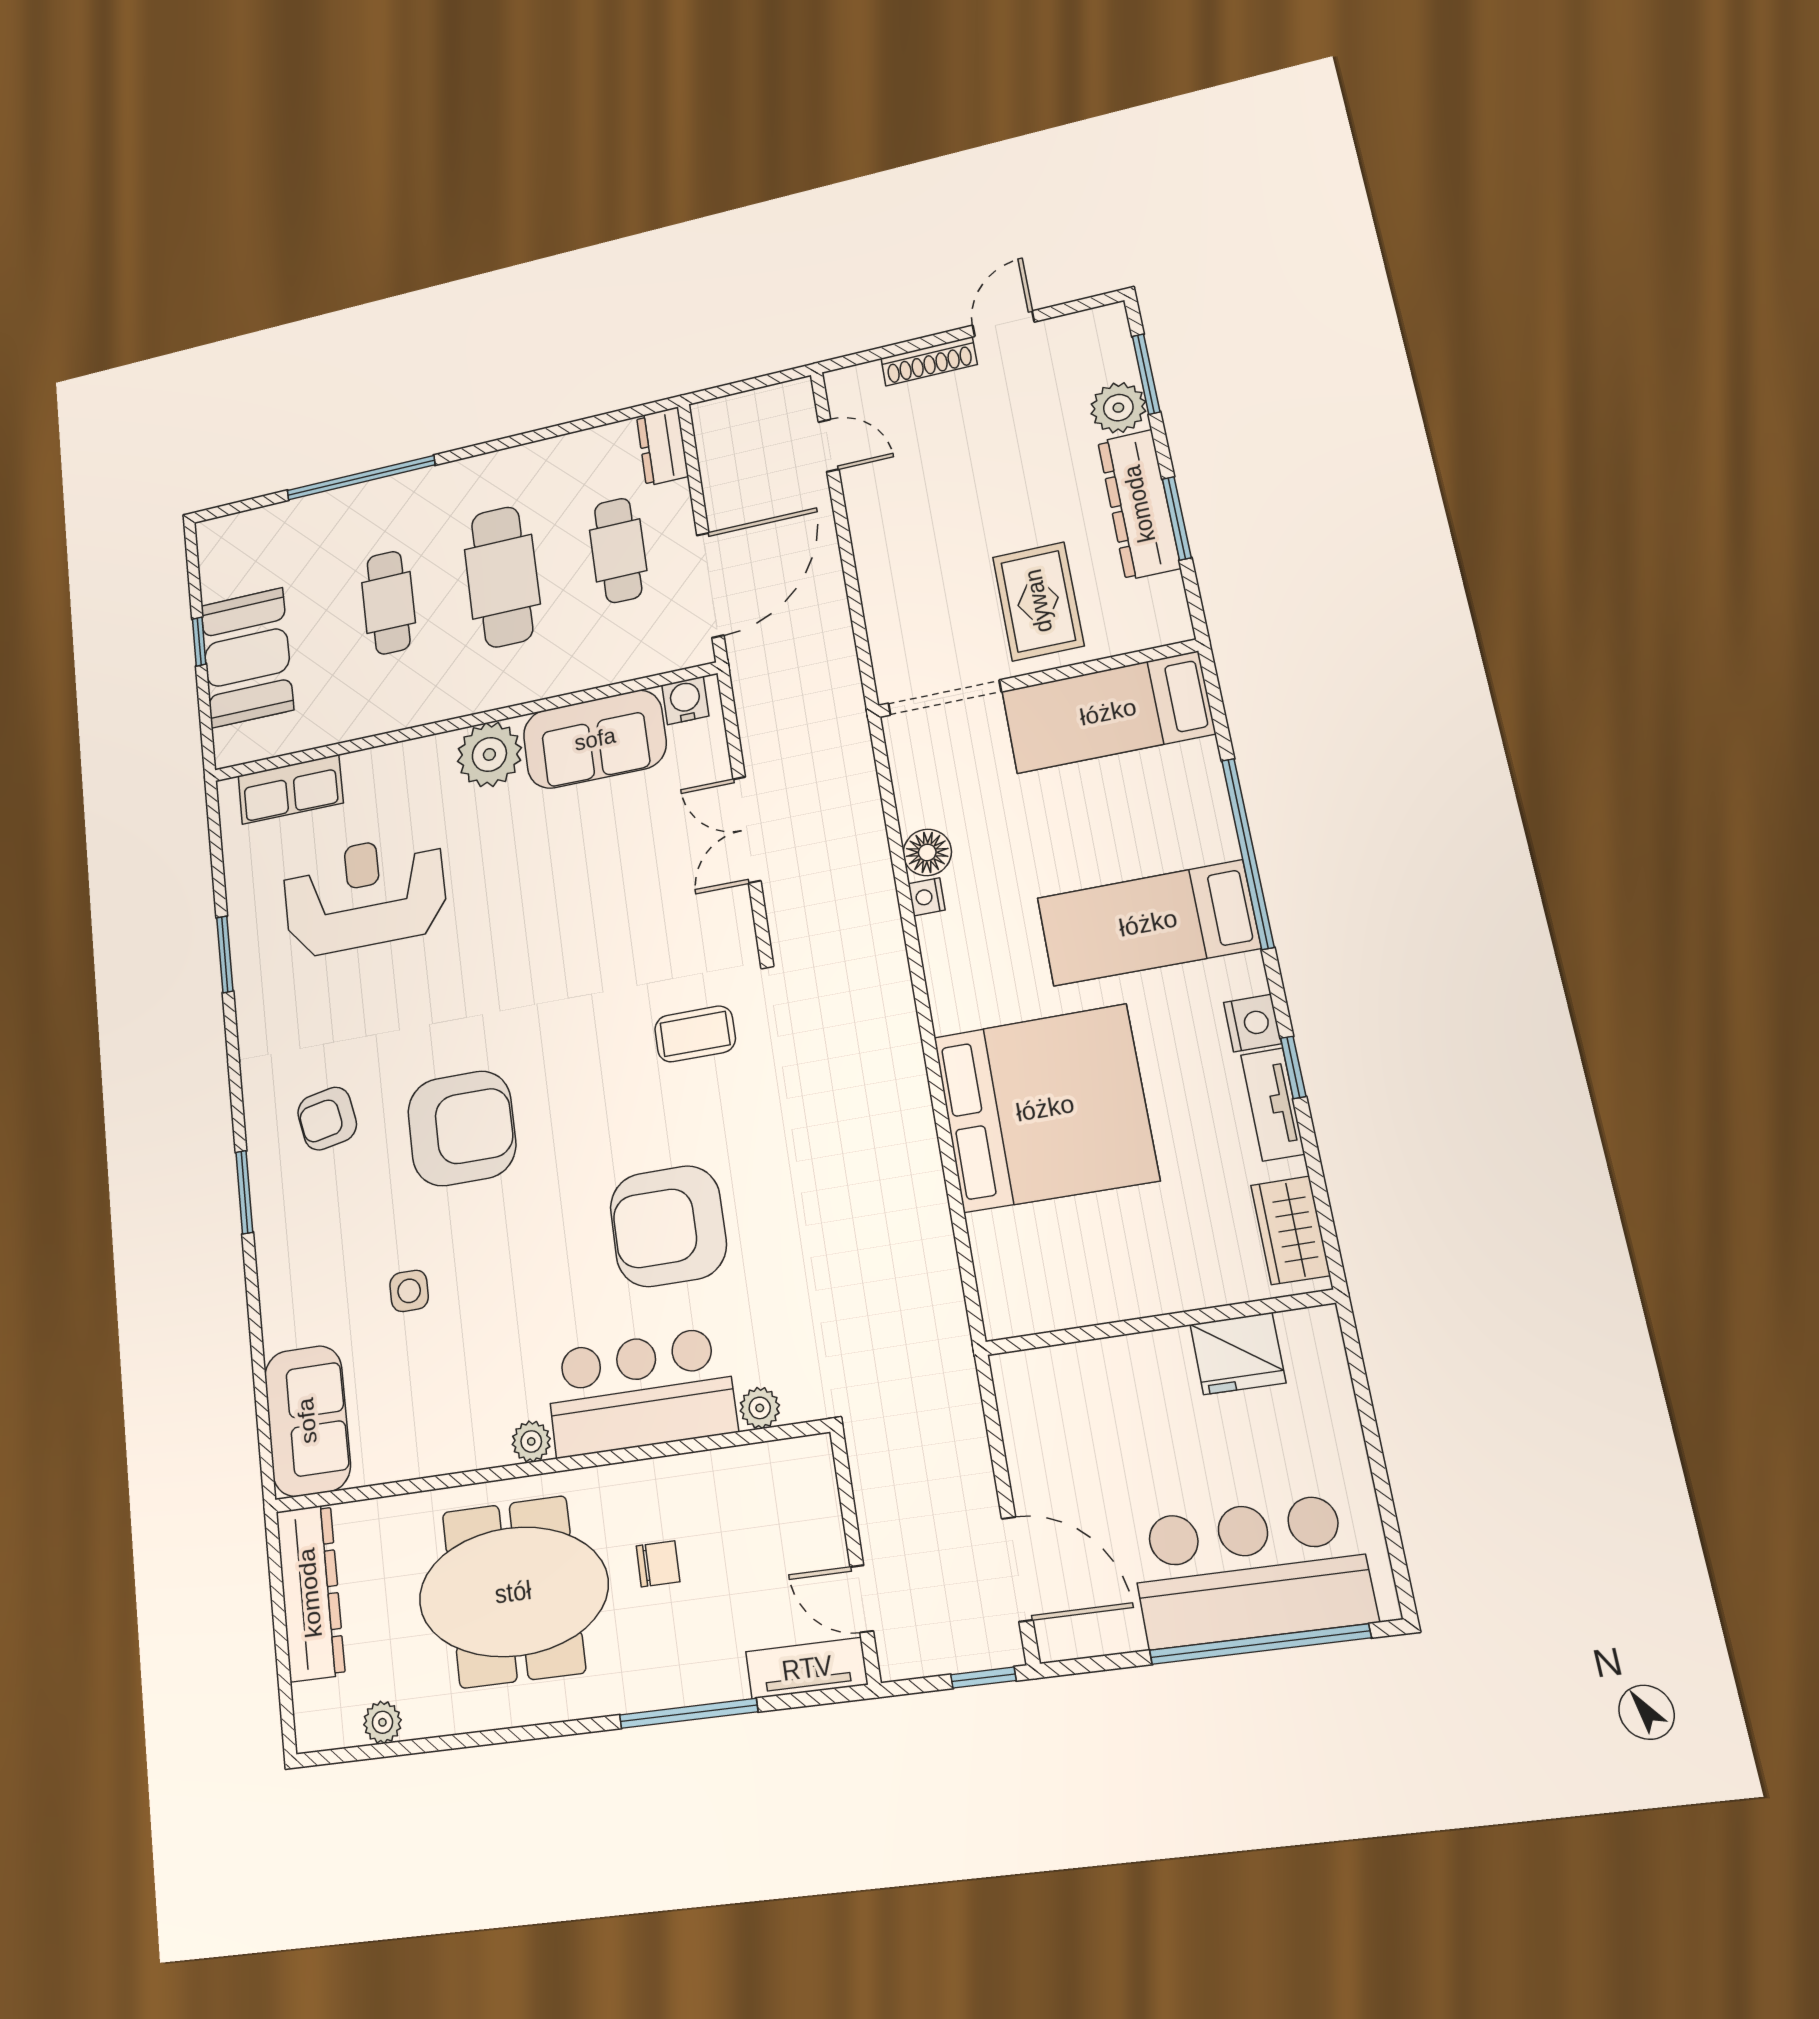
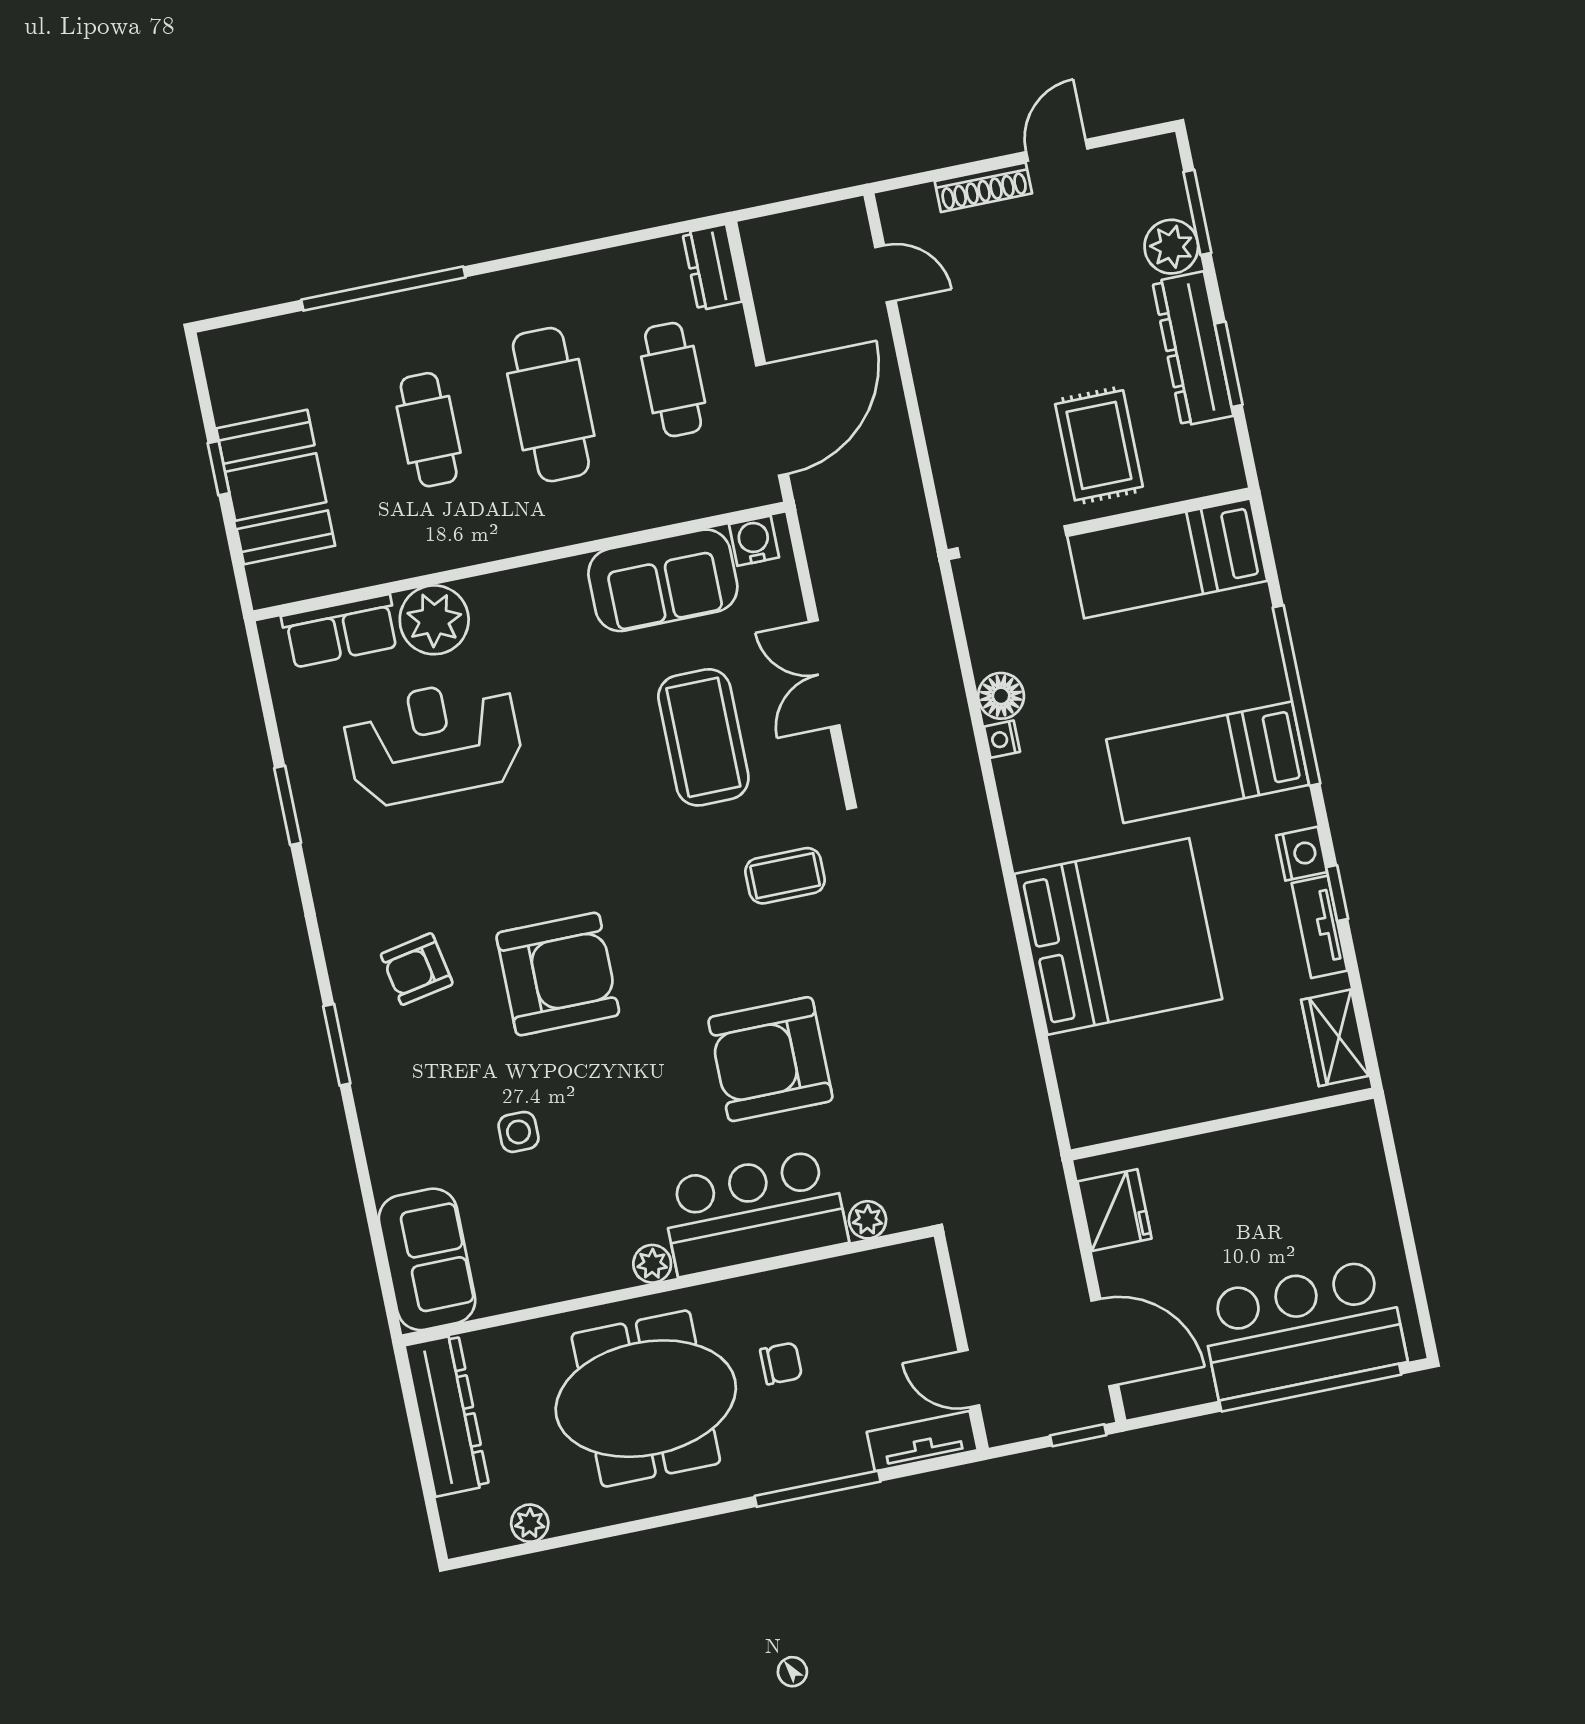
plant: (489, 754) -> (434, 620), moved
coffee table: (623, 892) -> (703, 737), added
fridge: (1238, 1354) -> (1114, 1210), moved, turned -90

